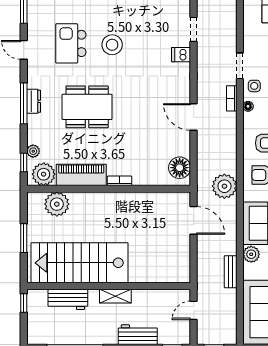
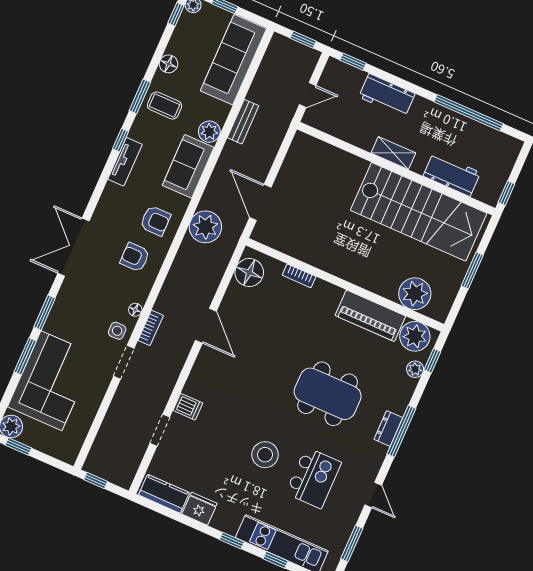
bookcase: (119, 181) -> (299, 276), moved

